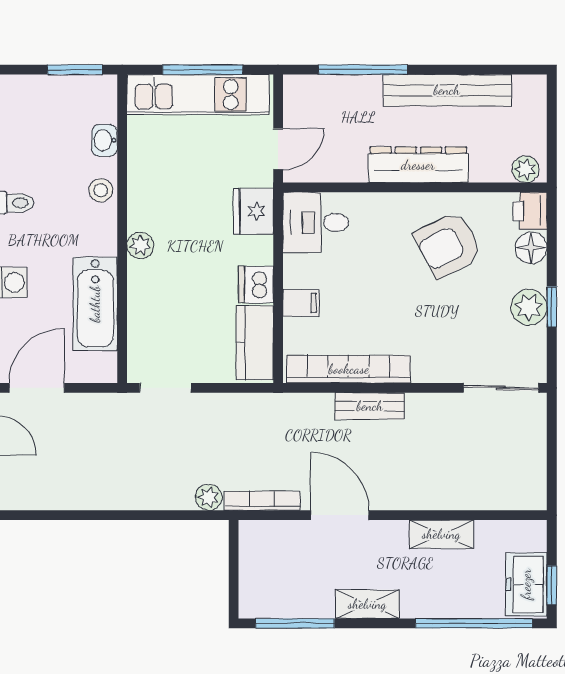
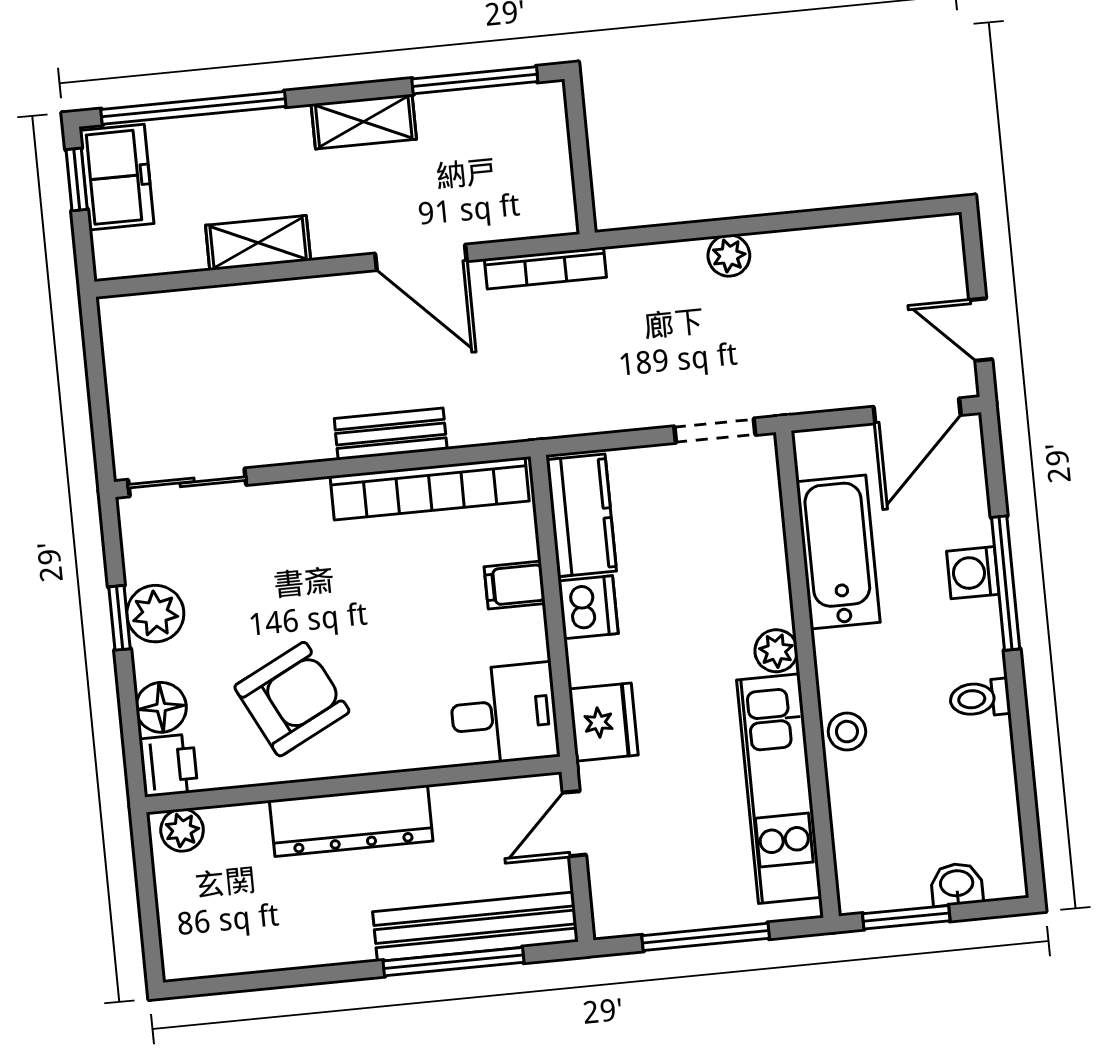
bench: (447, 90) -> (476, 927), moved
kitchen unit: (198, 94) -> (779, 789), moved, turned -90
washbasin: (105, 140) -> (957, 884), moved, turned -90
plant: (209, 497) -> (729, 256), moved

